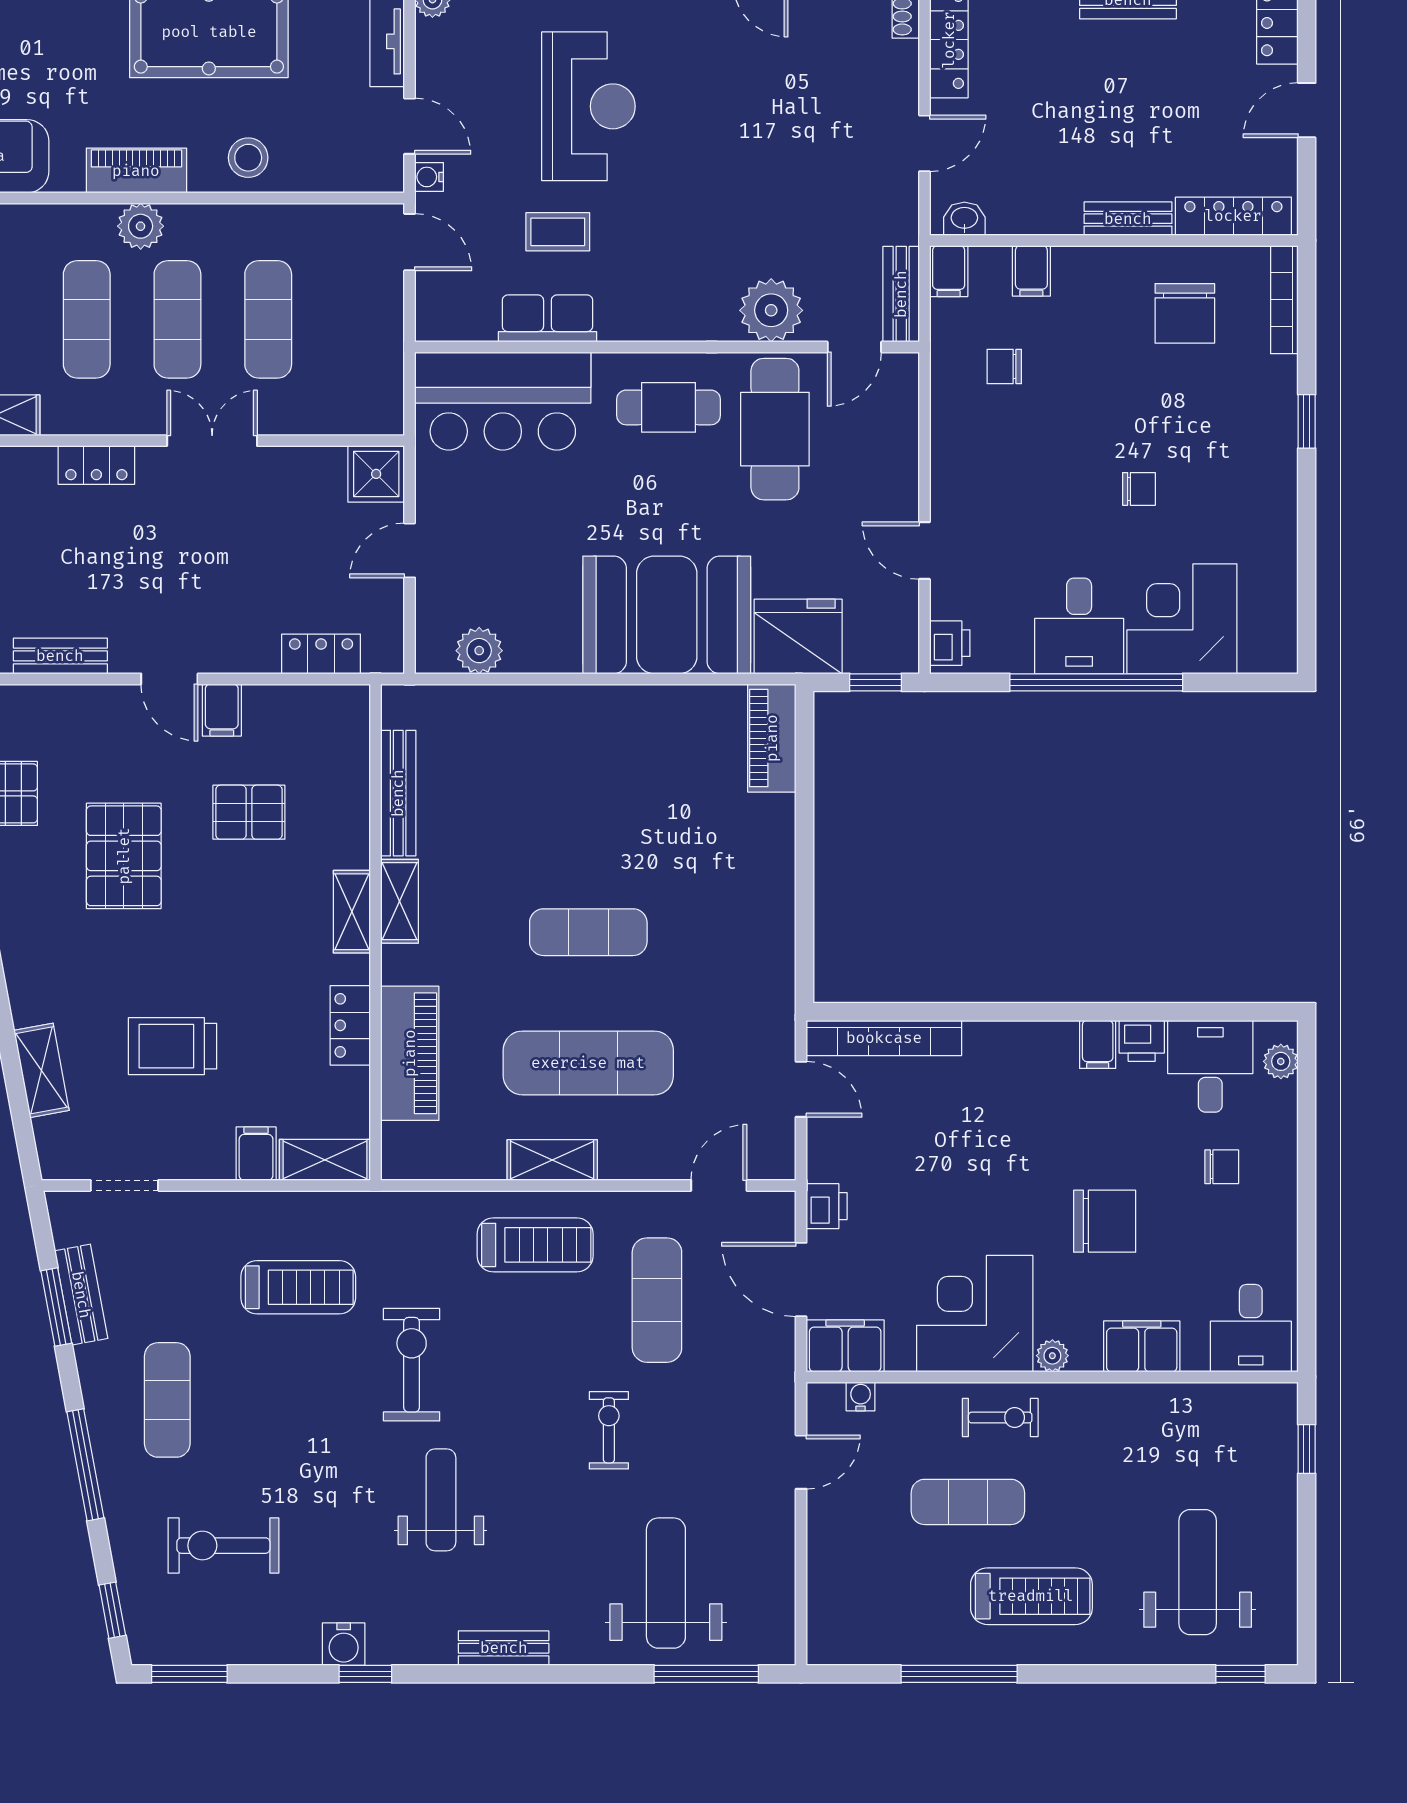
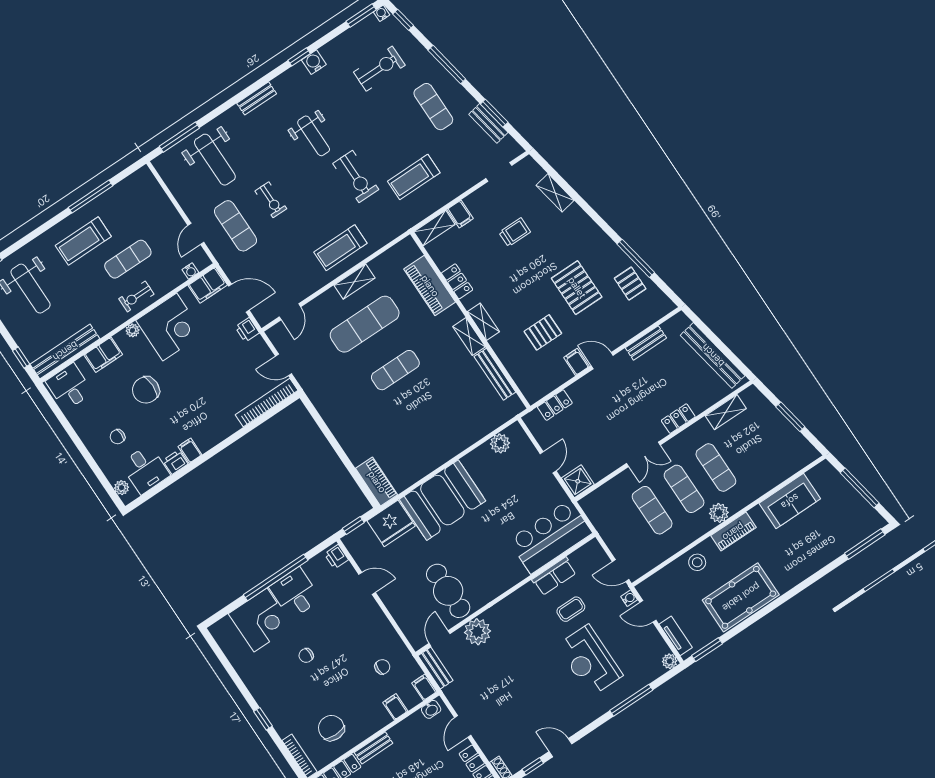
cafe table: (669, 407) -> (491, 573), removed
trolley: (173, 1046) -> (515, 232), width x0.73, depth x0.72
exercise mat: (657, 1300) -> (235, 226), moved
bench: (1213, 1403) -> (65, 351), added
water cooler: (146, 1651) -> (382, 13), added

